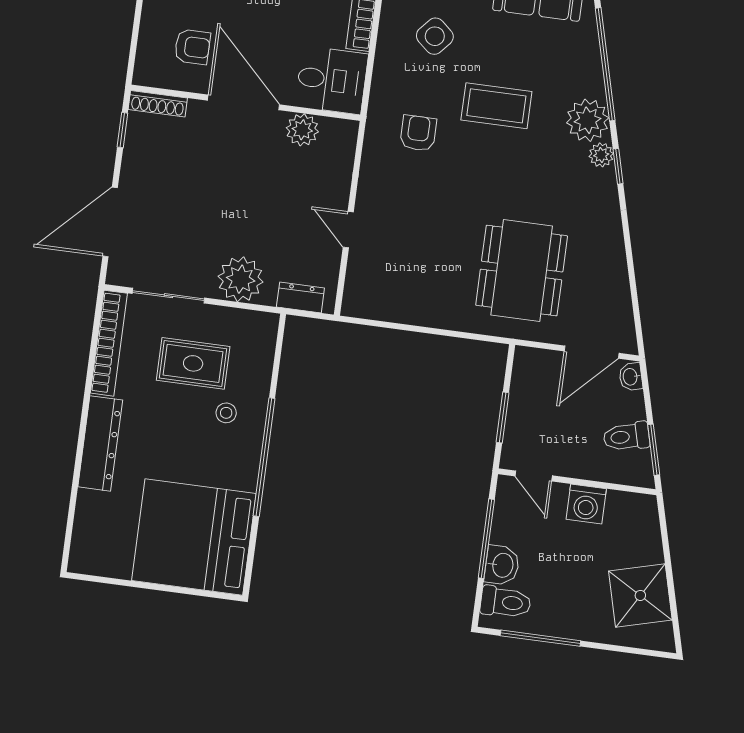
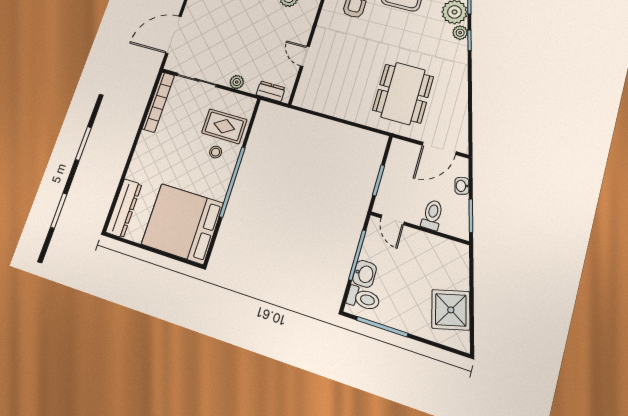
plant: (241, 279) -> (237, 82), width x0.53, depth x0.53
rug: (193, 363) -> (224, 126), moved
washbasin: (631, 377) -> (462, 186), moved
toilet: (626, 437) -> (432, 215), moved, turned 105
dresser: (100, 443) -> (124, 208), moved
washing machine: (586, 504) -> (423, 243), removed

